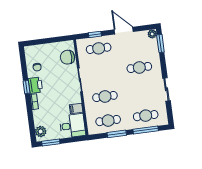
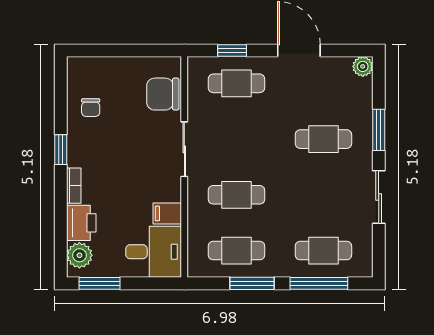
window: (160, 43) -> (379, 130), moved
printer: (35, 85) -> (81, 223), moved

